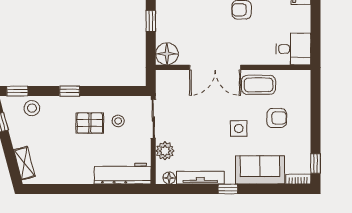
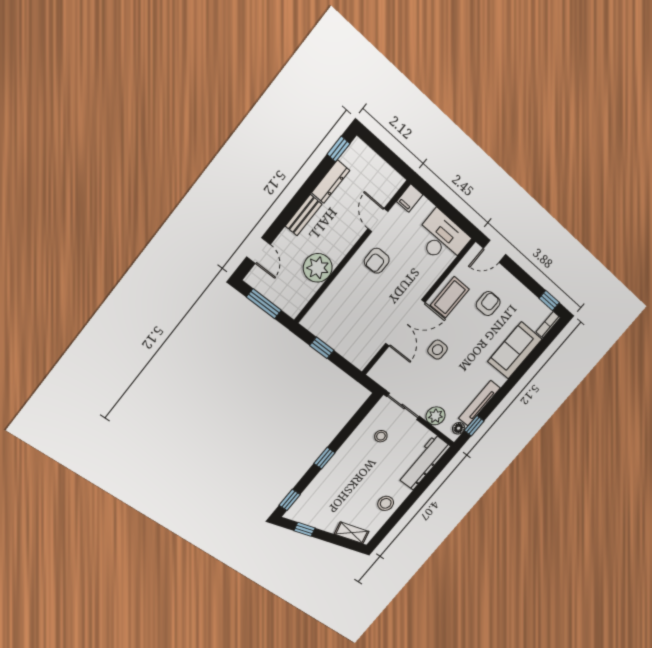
desk: (293, 49) -> (442, 238), width x1.37
floor lamp: (167, 54) -> (360, 355), removed
door: (316, 90) -> (495, 251), added
stool: (32, 108) -> (386, 503), moved
pallet: (90, 123) -> (364, 460), removed
side table: (239, 128) -> (438, 350), moved
window: (228, 189) -> (474, 426), moved

